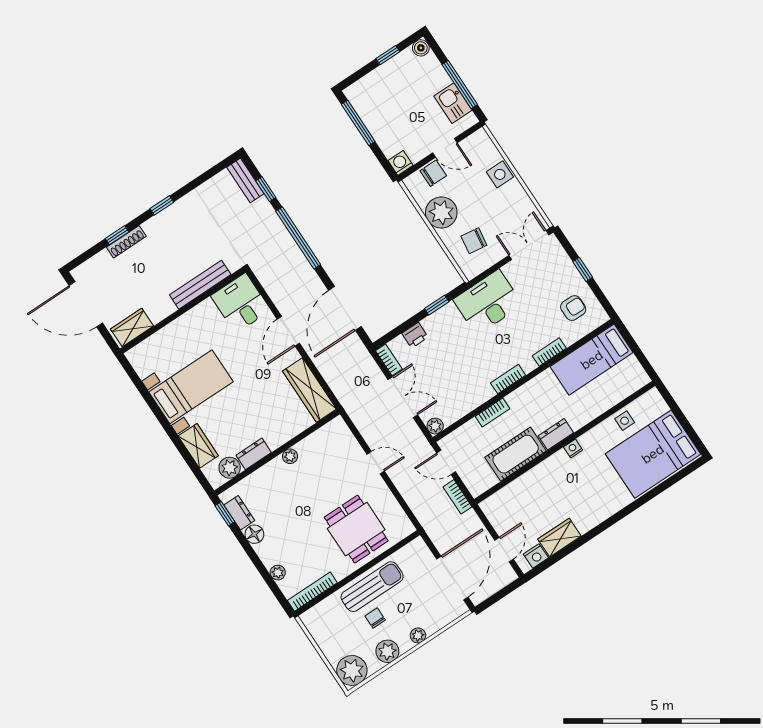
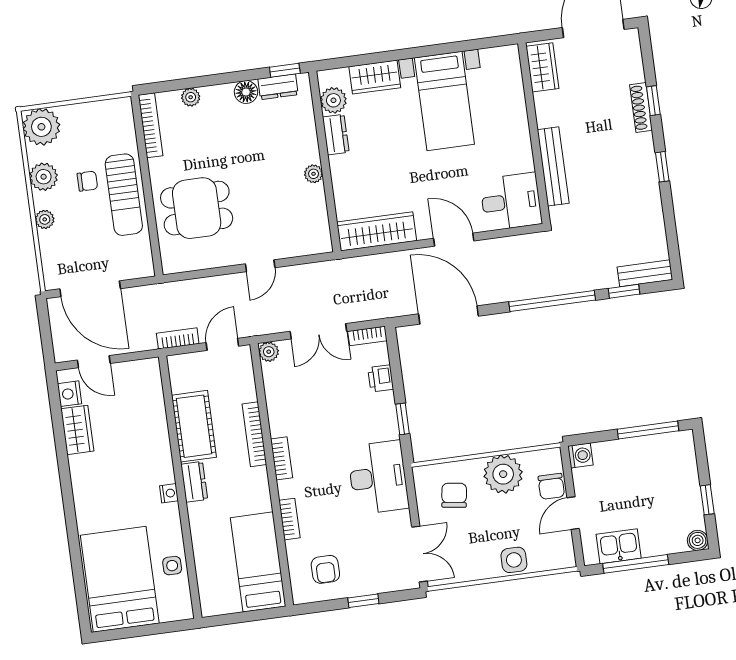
bookcase: (492, 412) -> (254, 434), width x1.56

